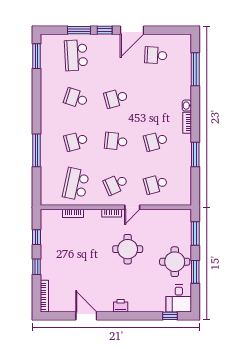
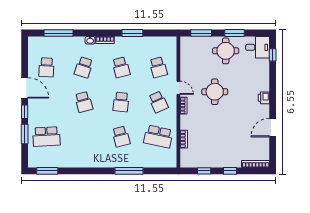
school desk: (76, 98) -> (84, 67), moved

